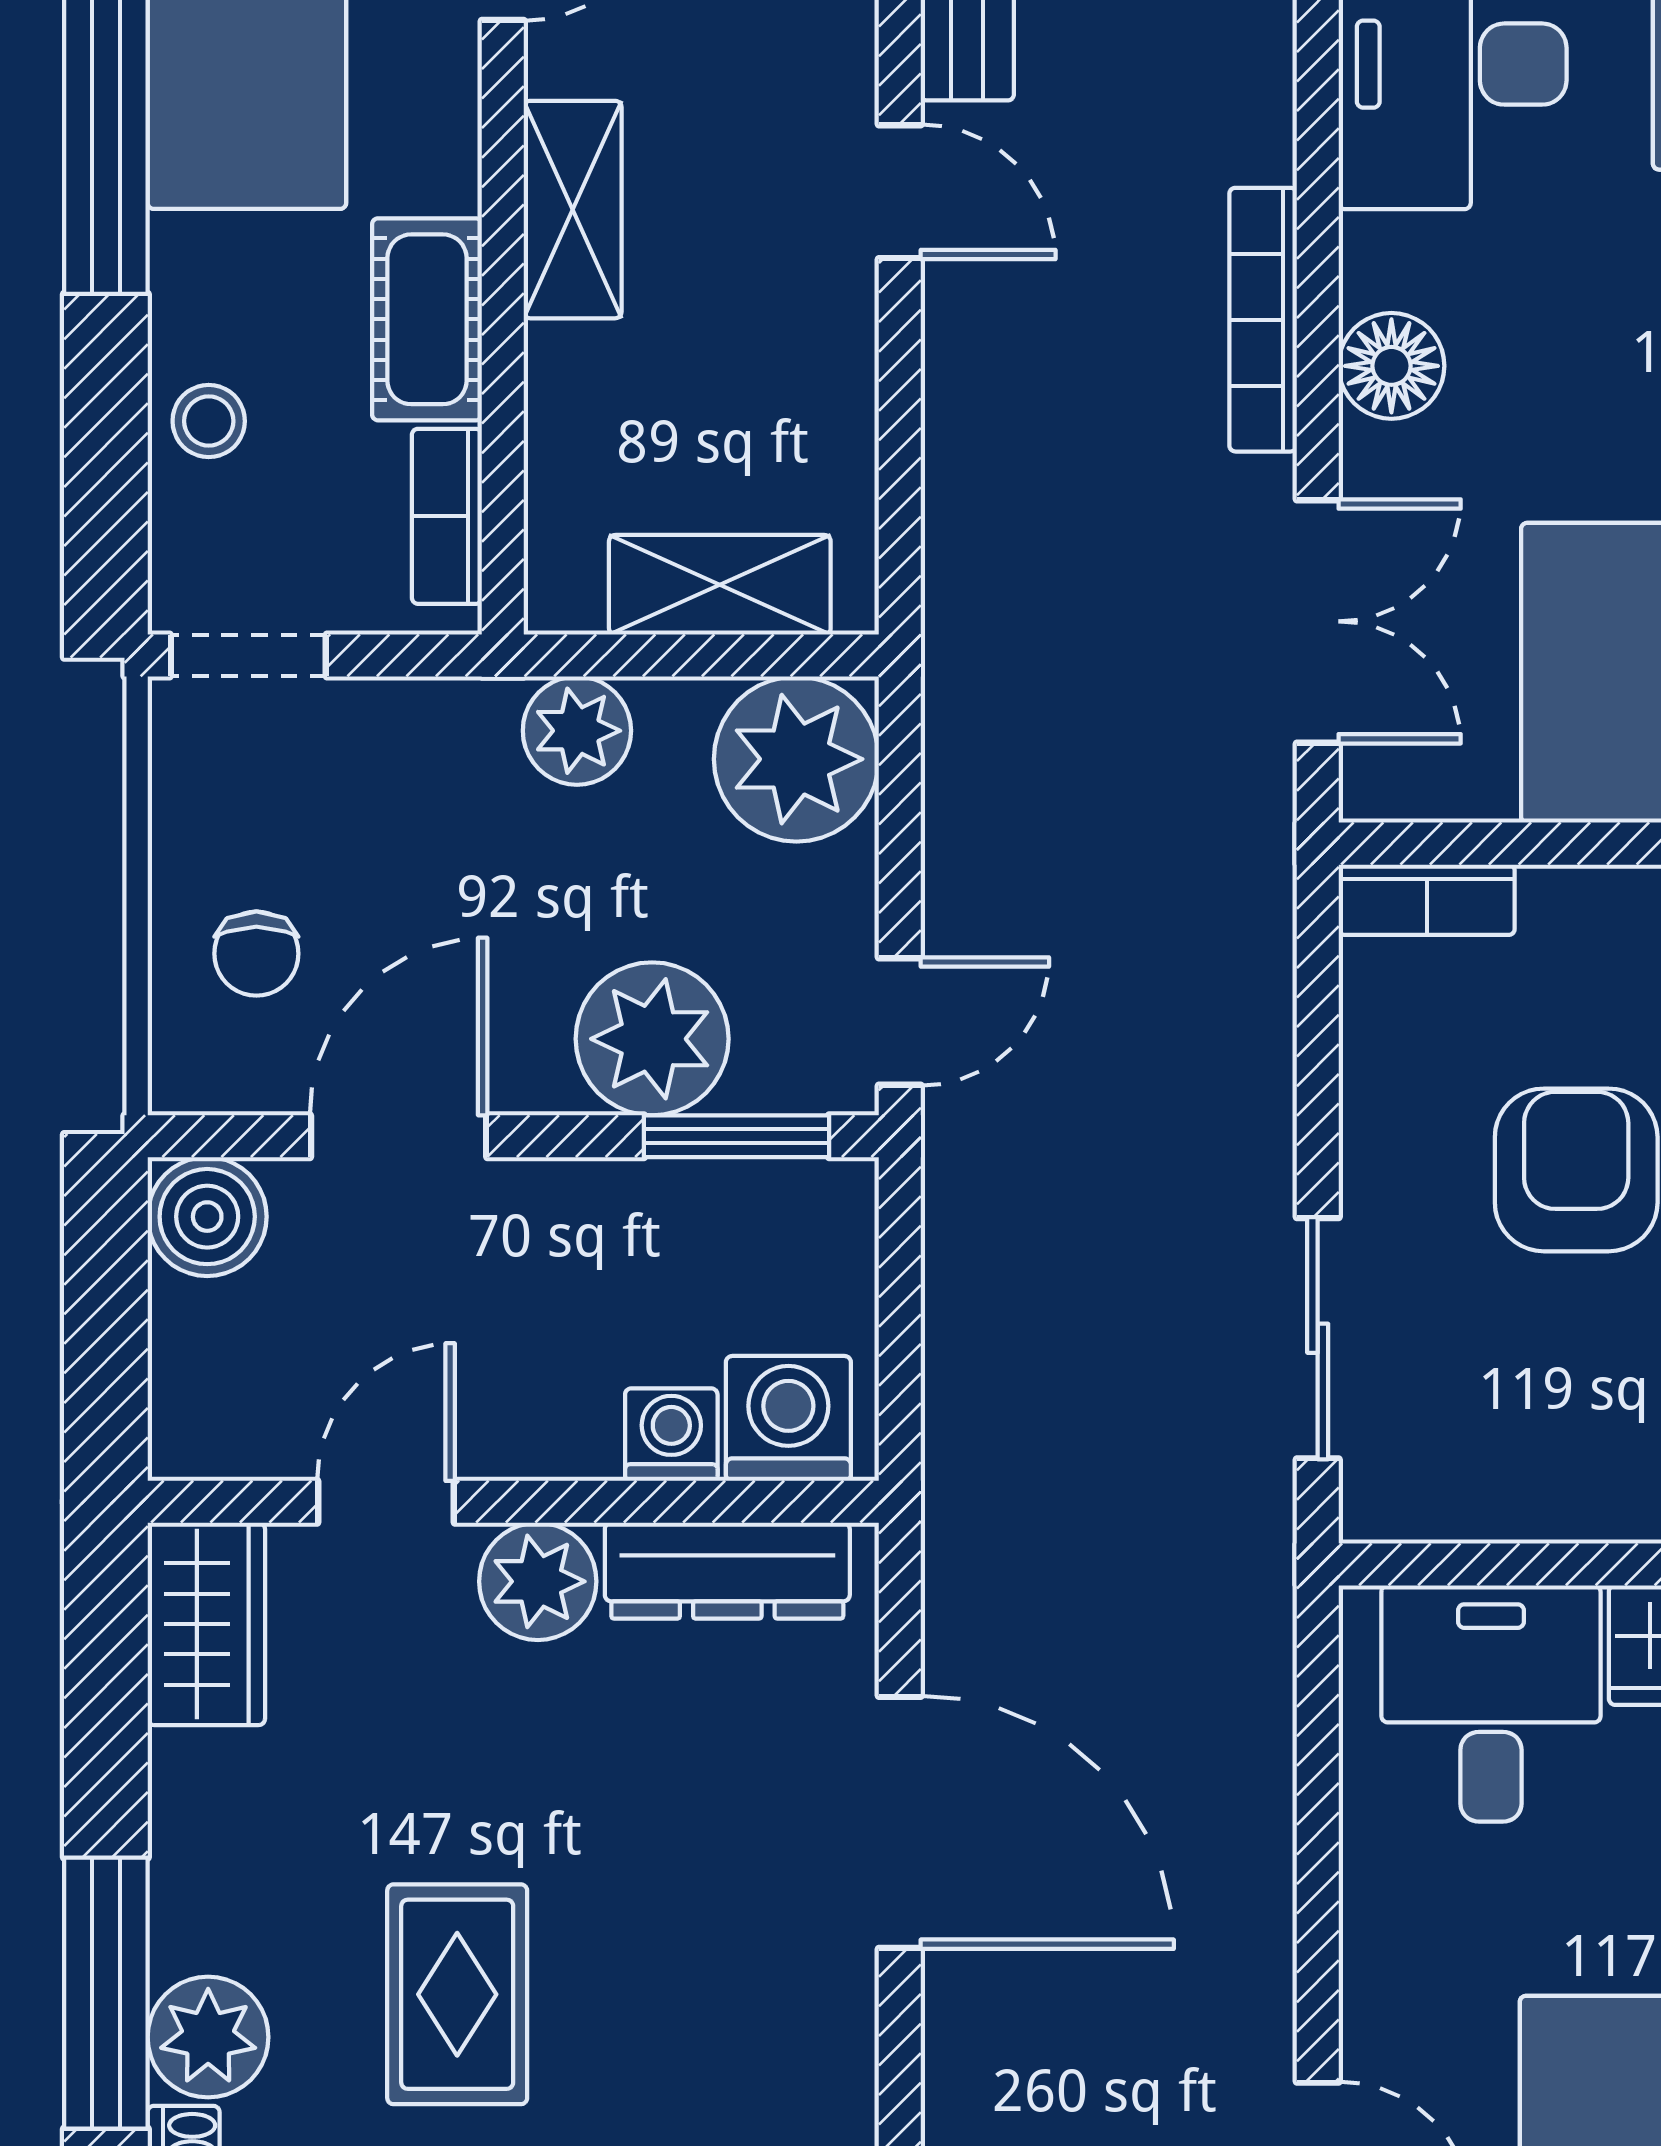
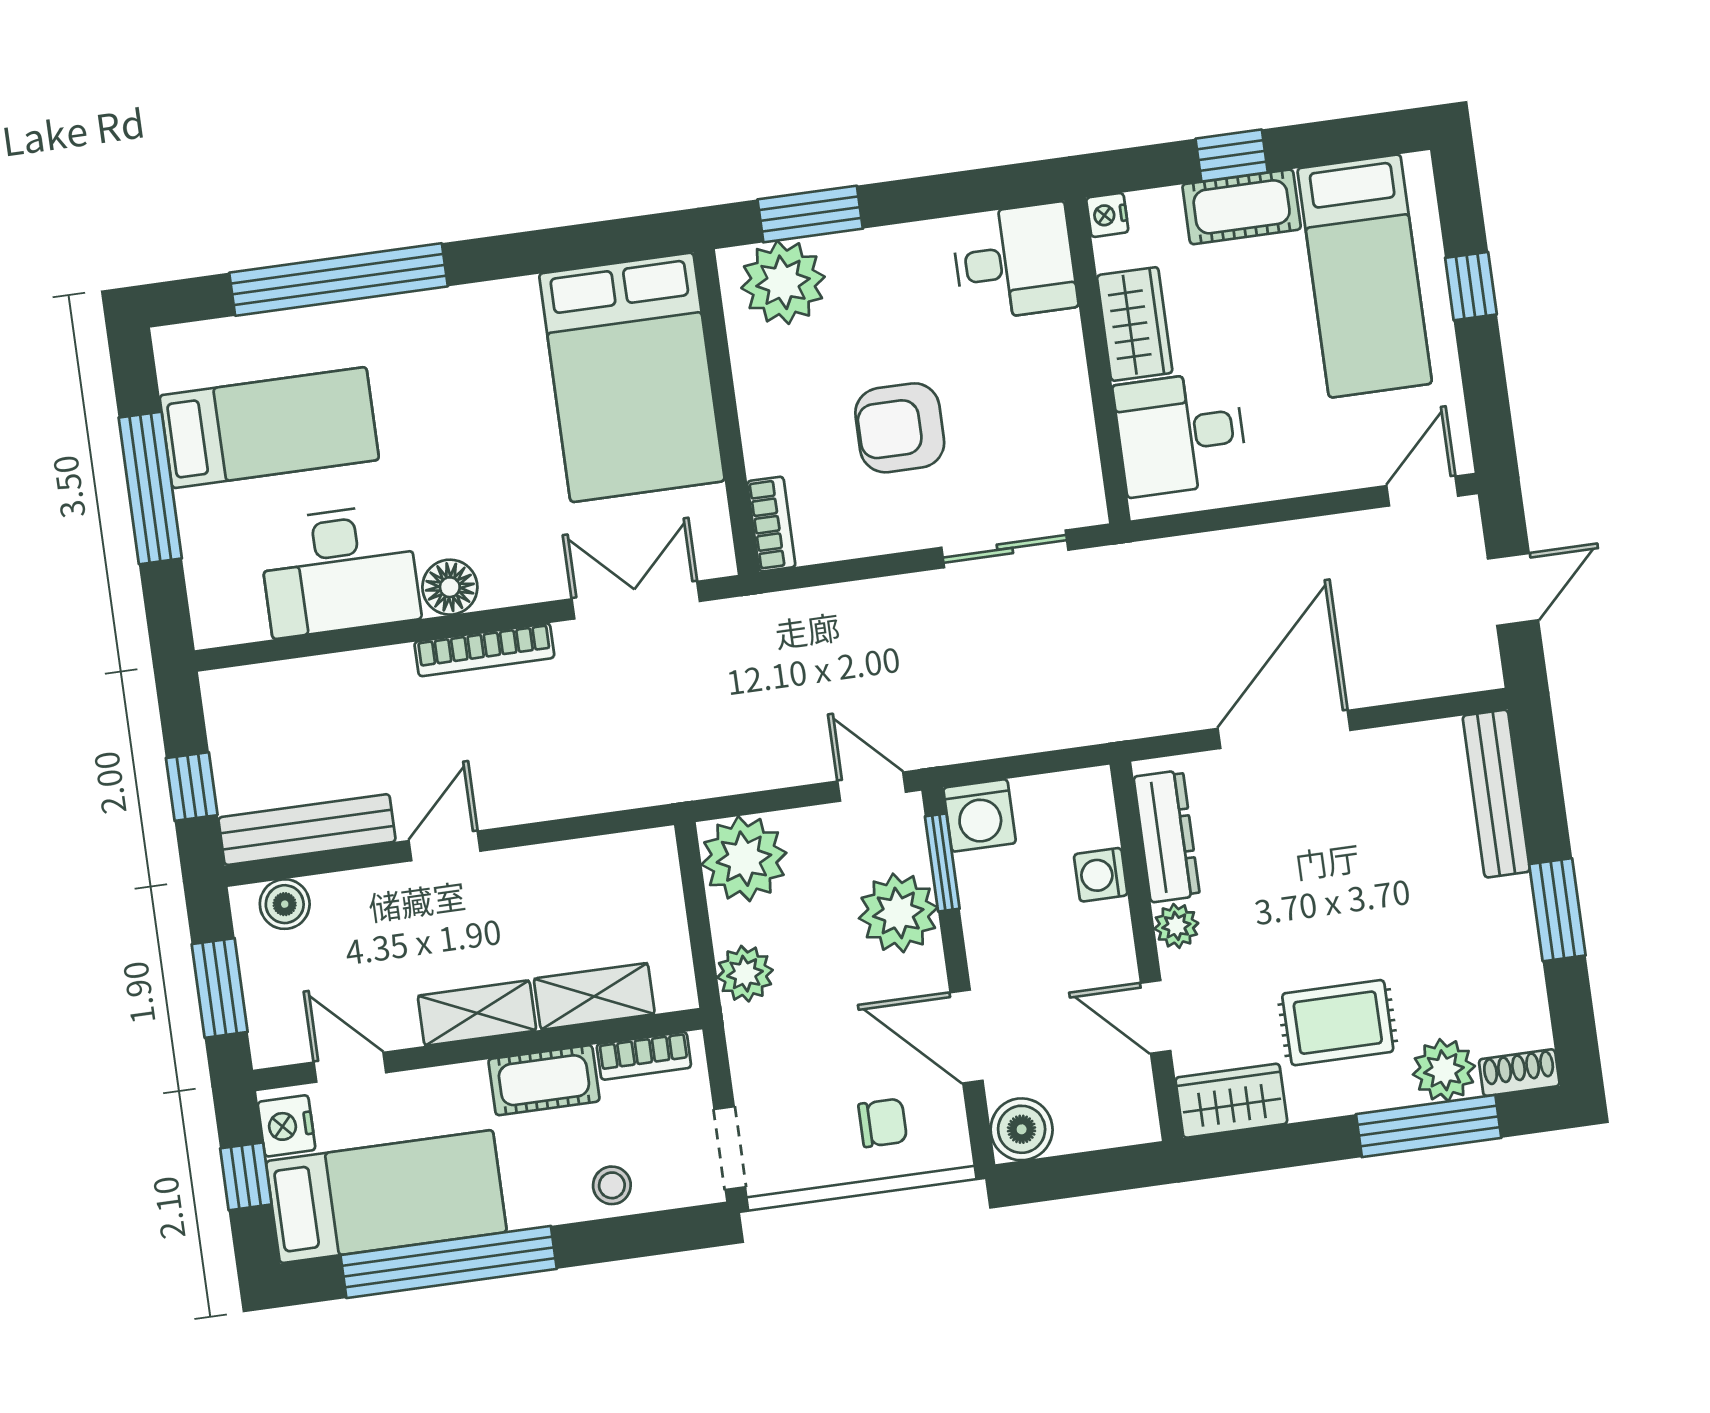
floor lamp: (1391, 366) -> (450, 587), moved
shelving: (720, 585) -> (594, 996), moved, turned 90
washing machine: (788, 1418) -> (980, 815), moved, turned -90
plant: (538, 1581) -> (1176, 926), width x0.73, depth x0.73
rug: (457, 1994) -> (1338, 1023), moved

